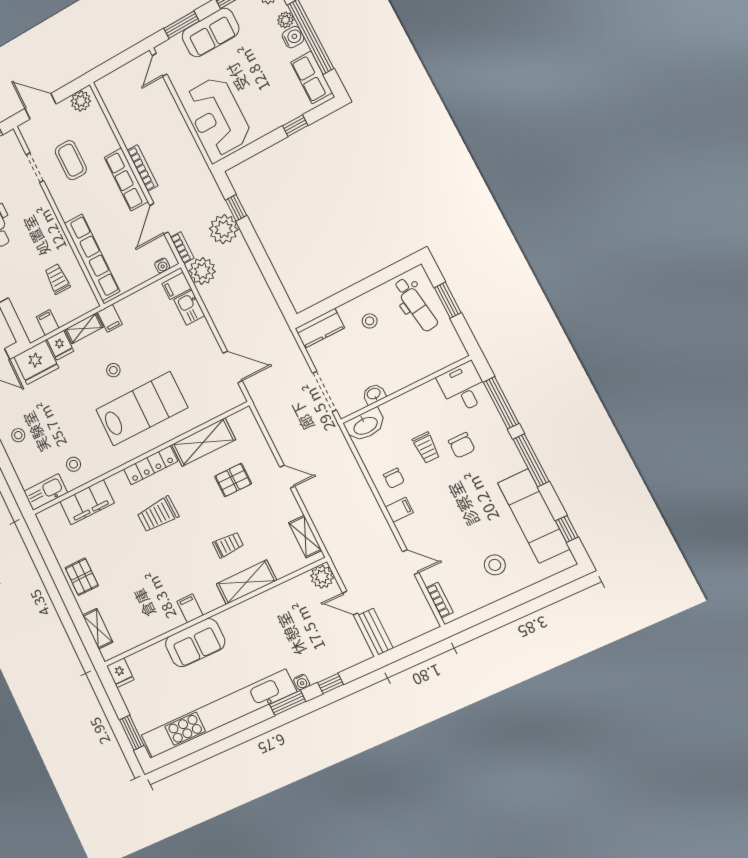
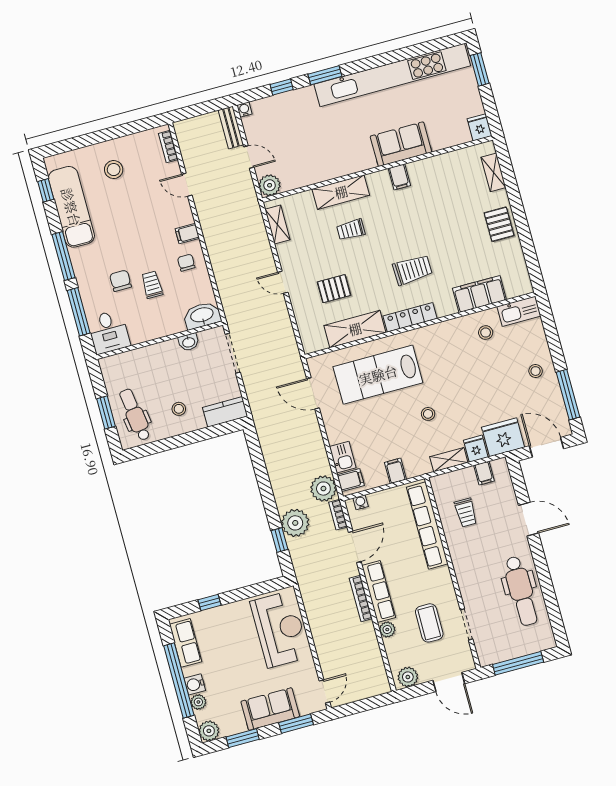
plant: (110, 143) -> (387, 630), added
filing cabinet: (110, 318) -> (395, 471), moved
lab bench: (142, 409) -> (378, 375), moved
water cooler: (302, 682) -> (244, 110), moved

